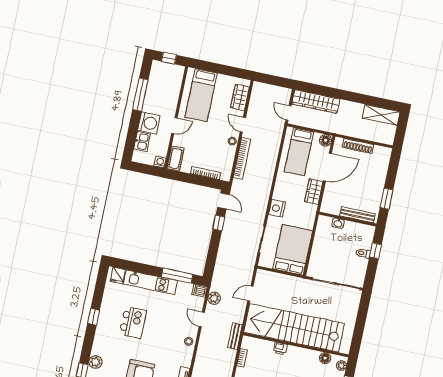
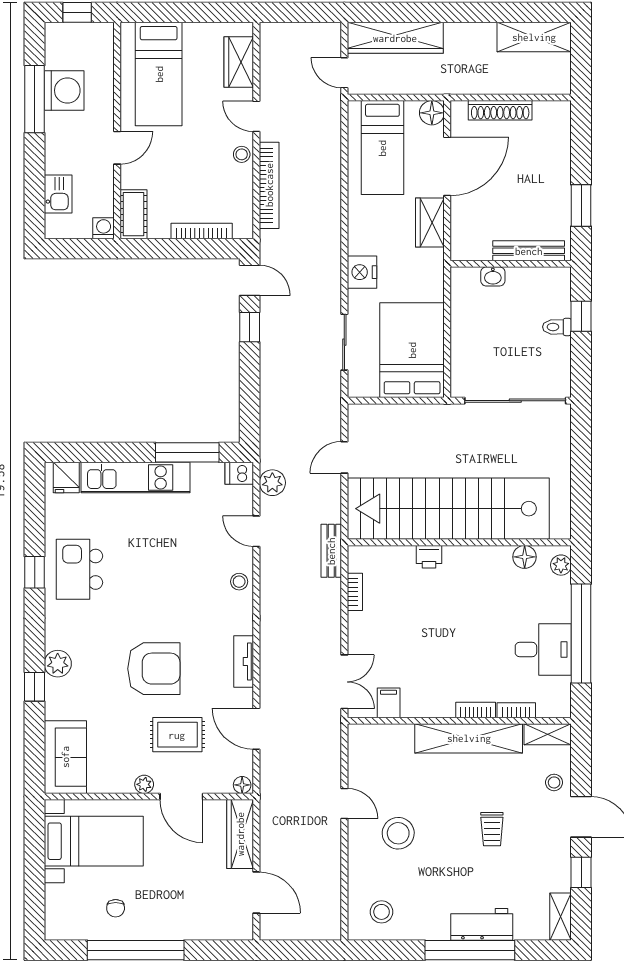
washing machine: (149, 123) -> (64, 90), moved
kitchen island: (133, 322) -> (79, 569), moved, turned 180

